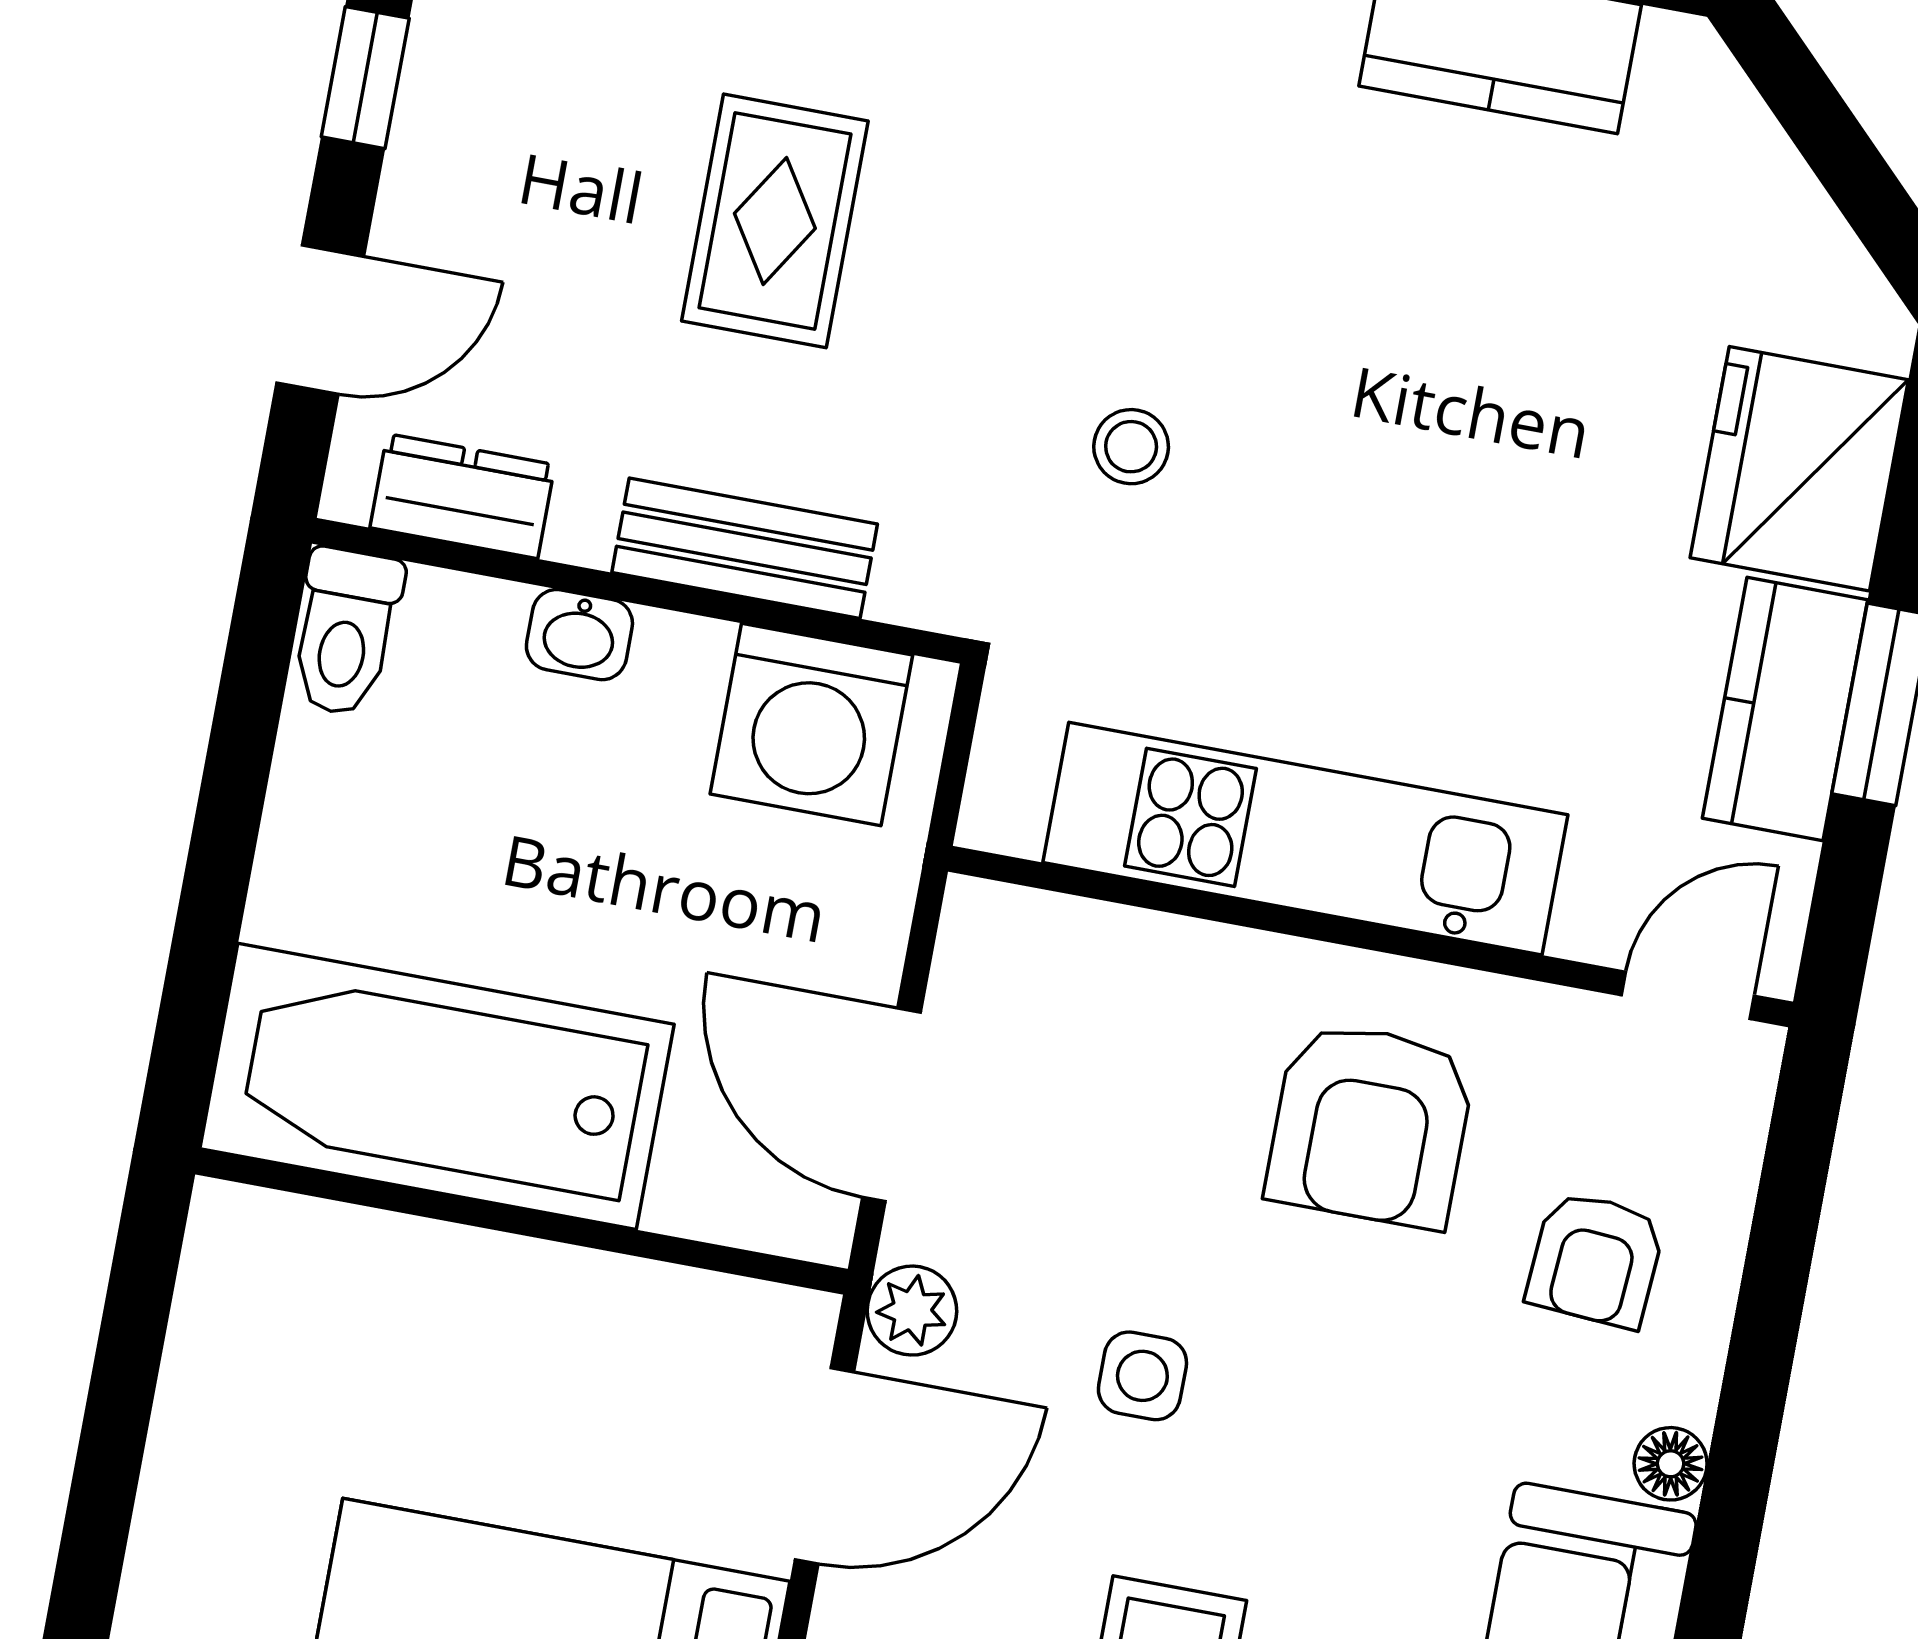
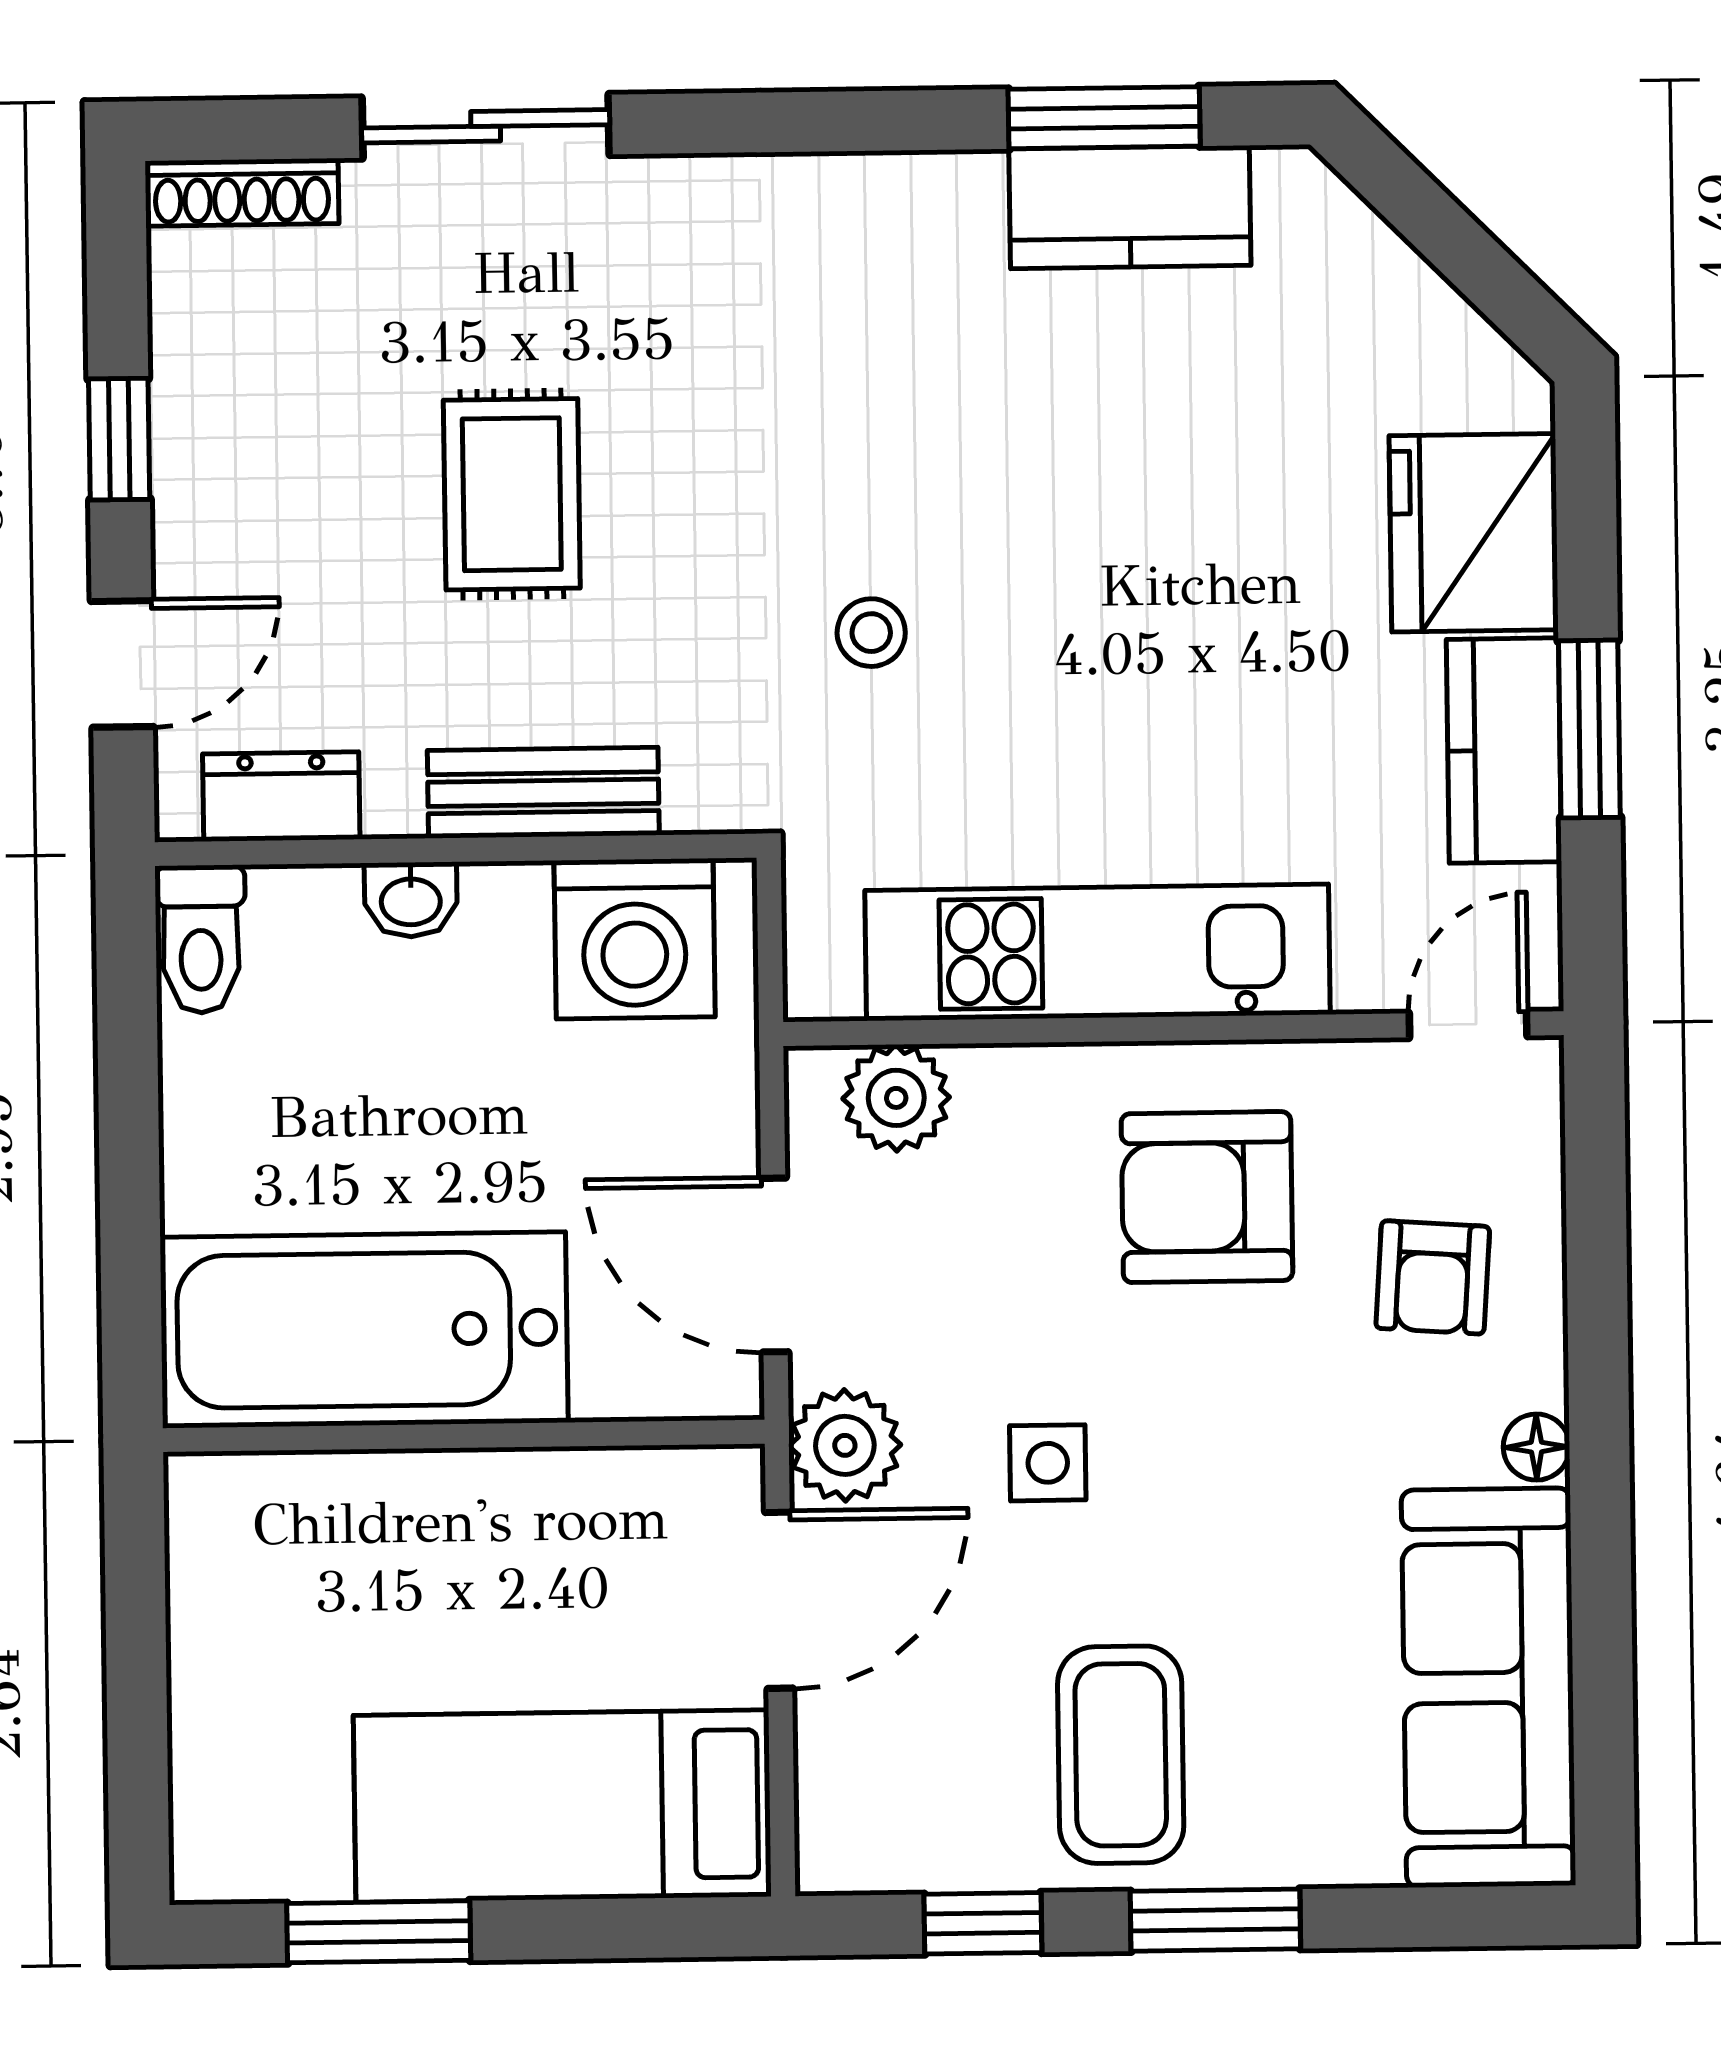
plant: (1058, 952) -> (896, 1098), added
armchair: (1370, 1125) -> (1207, 1197), turned 90
plant: (912, 1311) -> (845, 1445), width x1.38, depth x1.38

